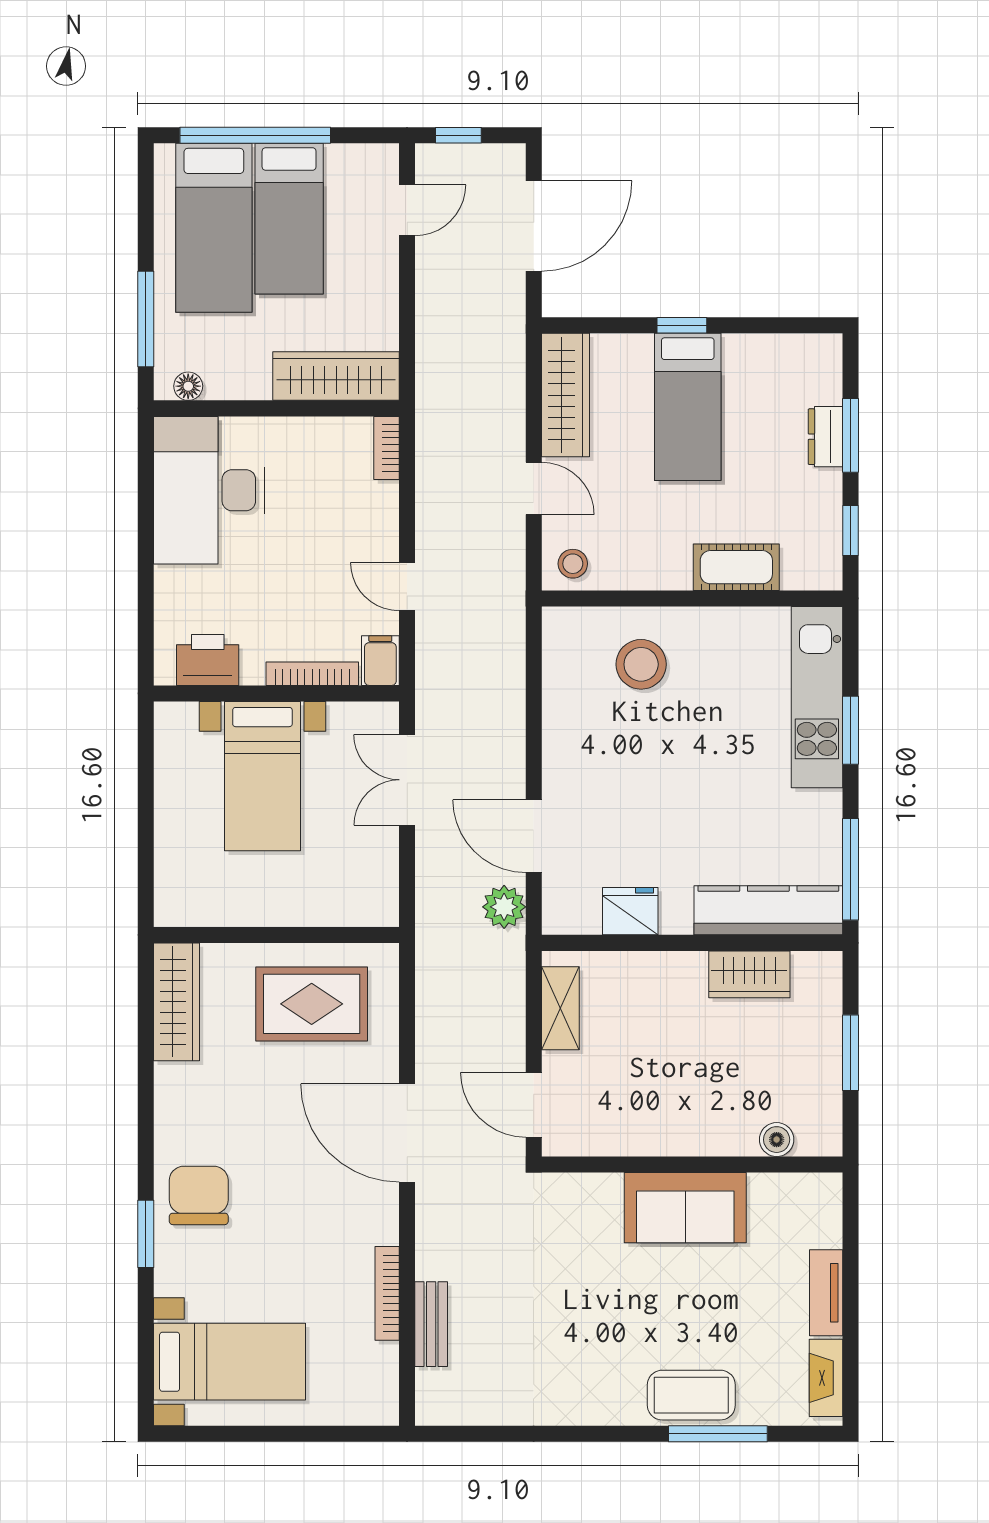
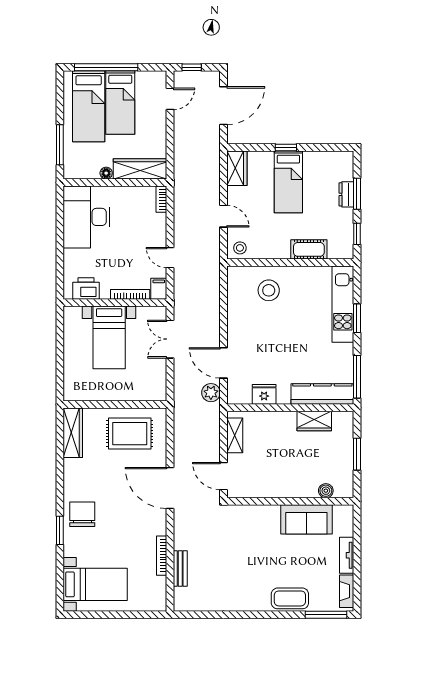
floor lamp: (188, 386) -> (106, 173), moved
wardrobe: (566, 395) -> (237, 168), width x0.67
sofa: (685, 1208) -> (306, 519), moved
window: (718, 1434) -> (326, 615), moved

